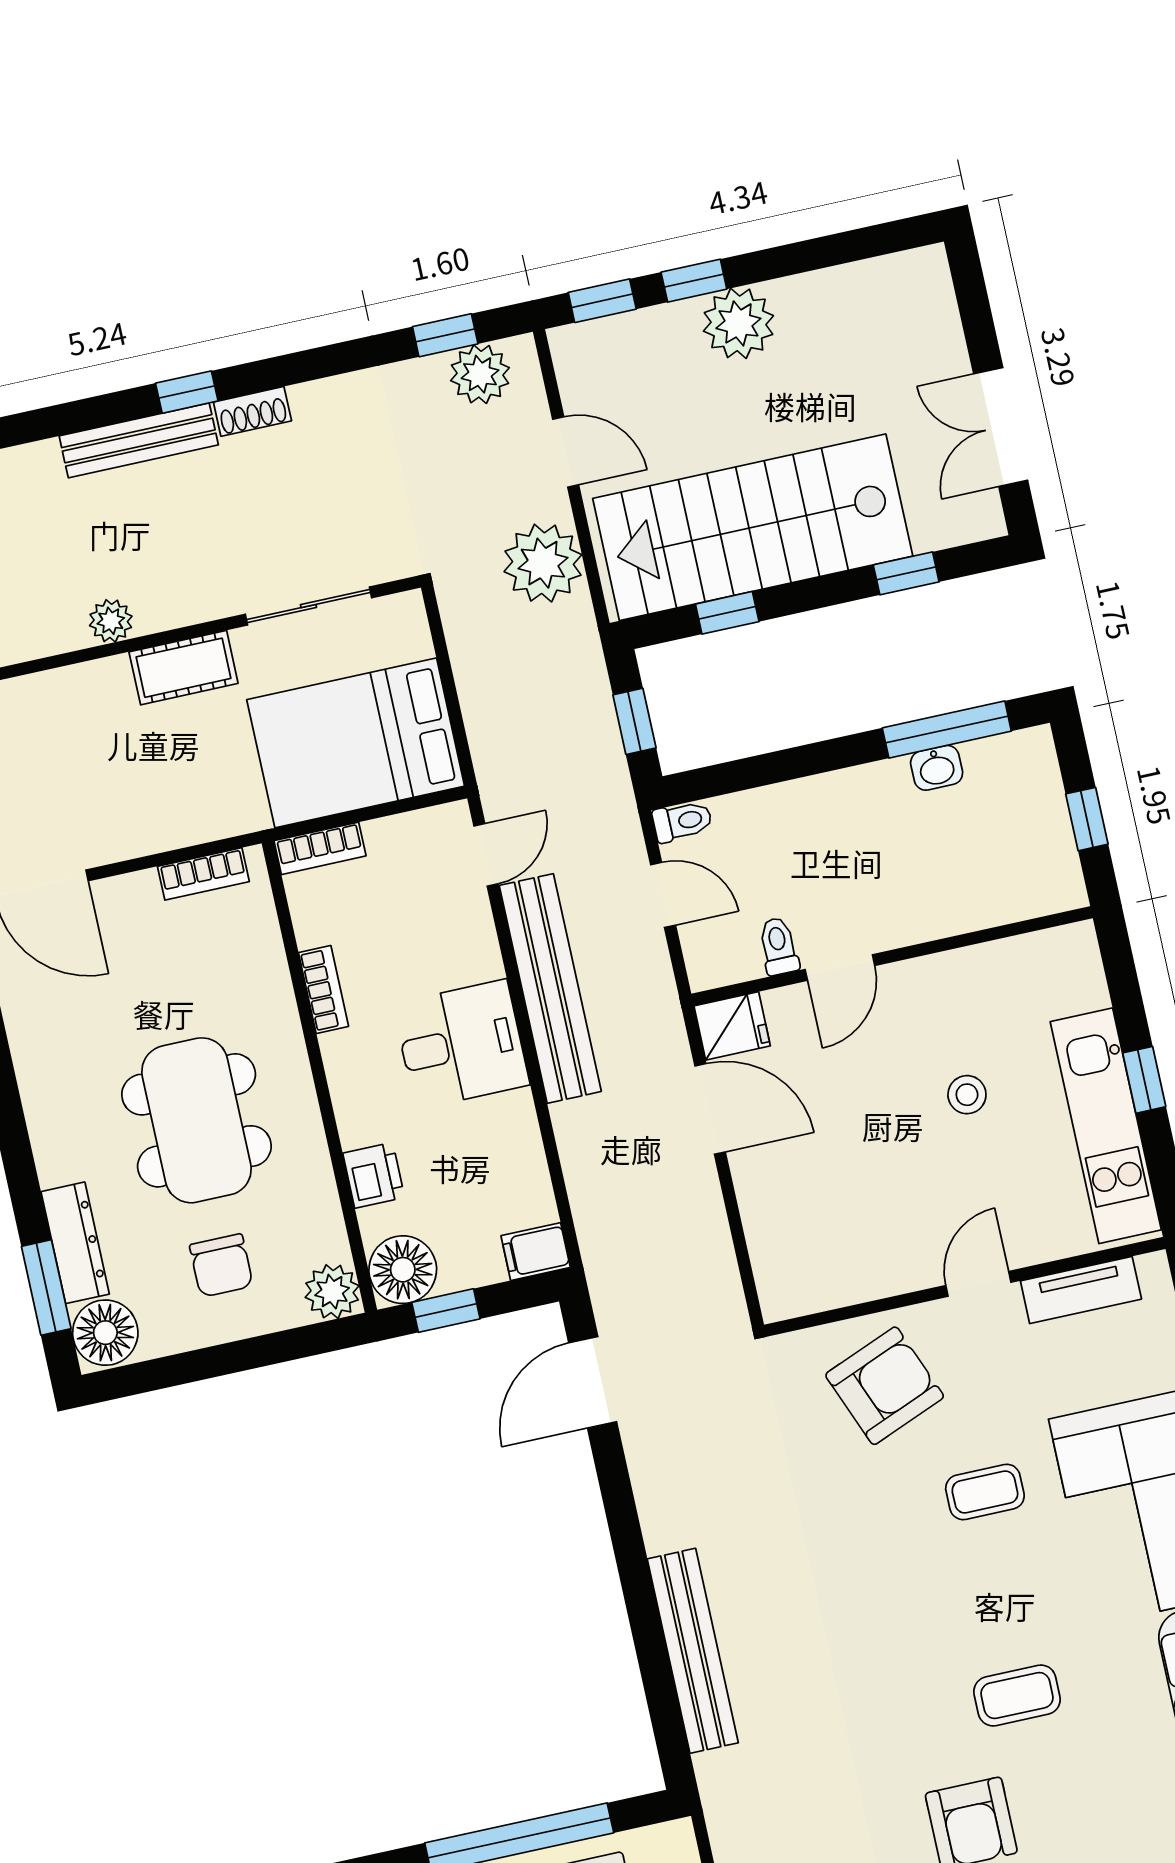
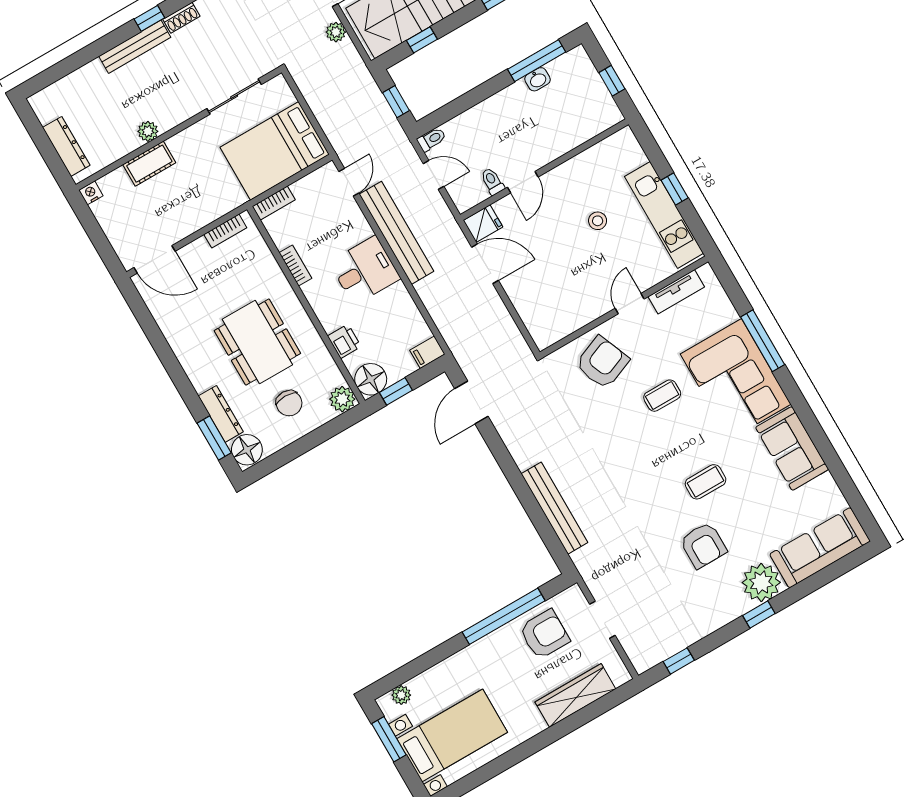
plant: (543, 563) -> (336, 32), width x0.53, depth x0.53
cot: (184, 668) -> (149, 164), moved

